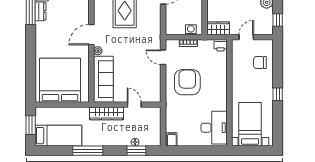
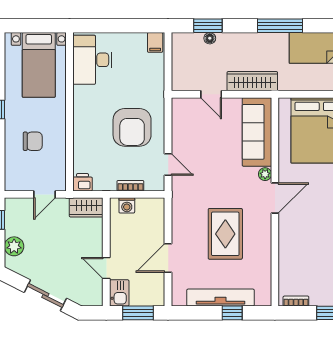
chair: (260, 62) -> (33, 141), moved

